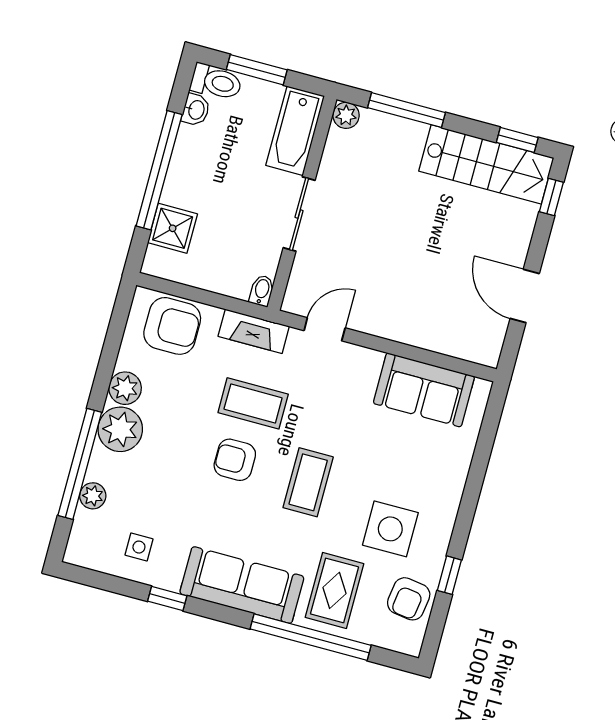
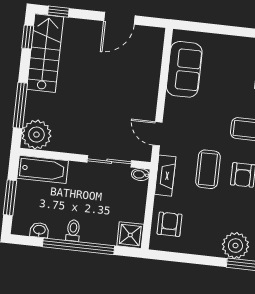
toilet: (216, 82) -> (73, 230), moved, width x0.73, depth x0.72
plant: (346, 115) -> (36, 135), width x1.87, depth x1.87
sliding door: (299, 214) -> (109, 161), moved
shower: (173, 228) -> (130, 235), moved
armchair: (172, 326) -> (170, 224), width x0.72, depth x0.72
plant: (125, 388) -> (211, 246), removed

